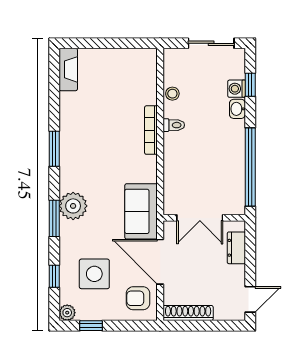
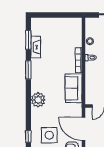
fireplace: (68, 69) -> (36, 47), moved
sofa: (141, 211) -> (74, 88), moved
window: (54, 218) -> (28, 40), moved

